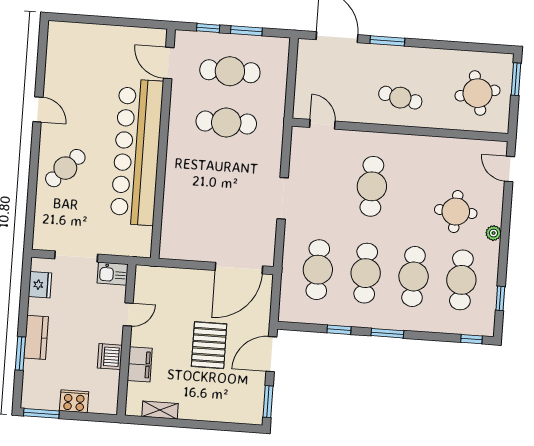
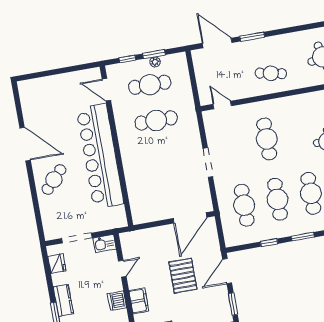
plant: (245, 42) -> (155, 62), added
door: (38, 109) -> (25, 144), width x1.88

